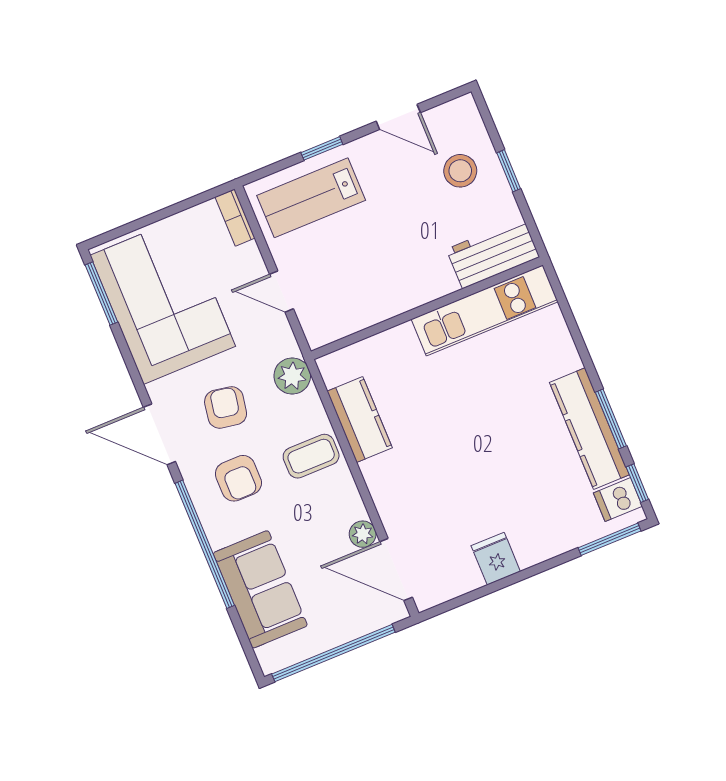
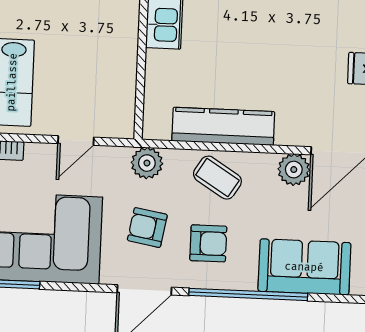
kitchen counter: (360, 420) -> (223, 126), width x1.50
coffee table: (311, 456) -> (217, 178), turned -58
plant: (363, 534) -> (294, 170), width x1.38, depth x1.38

